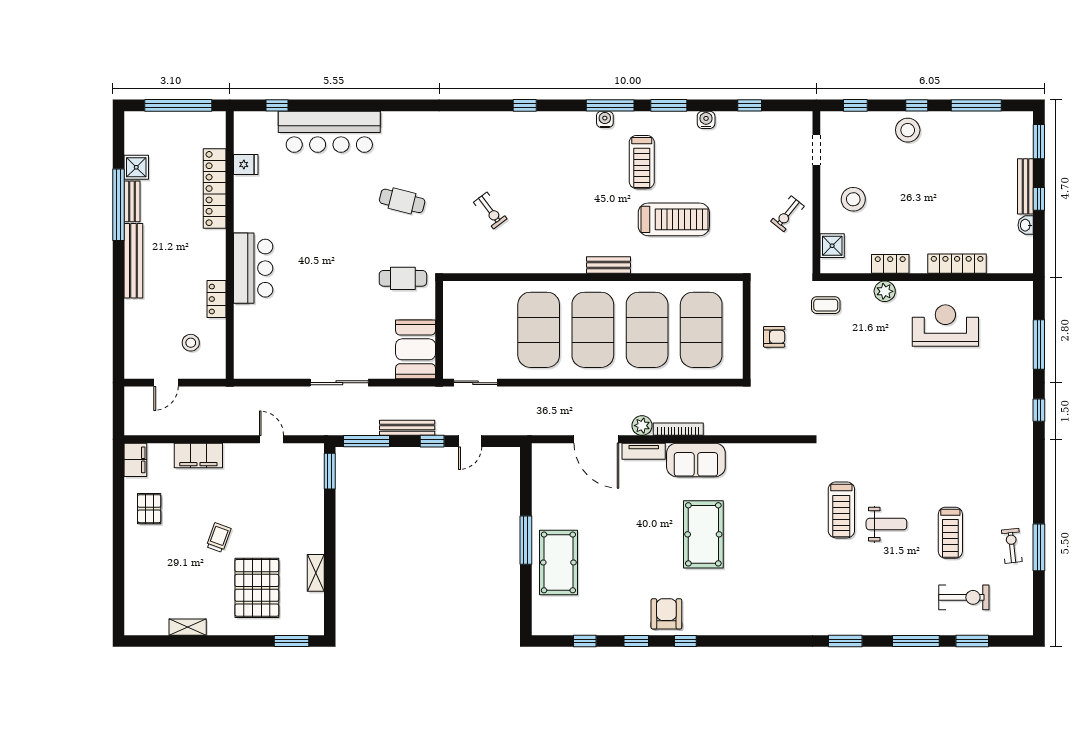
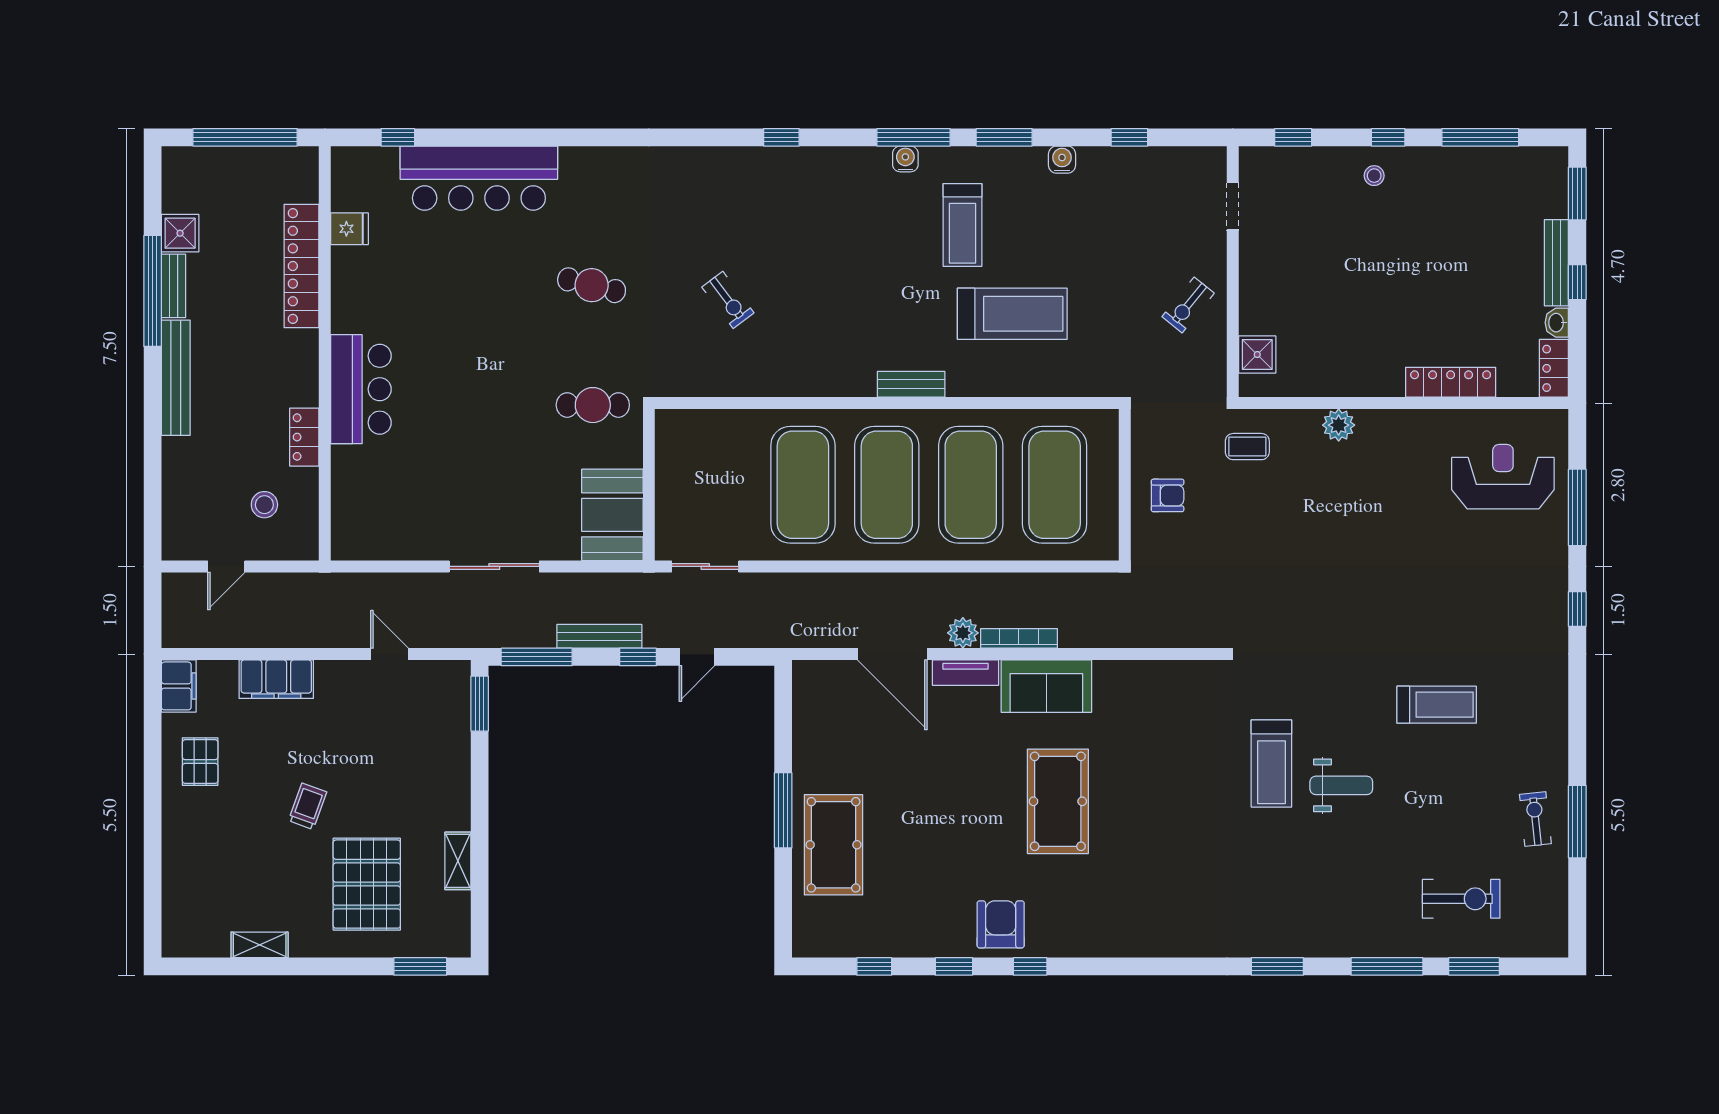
stool: (908, 130) -> (1374, 176), width x0.53, depth x0.53
stool: (853, 199) -> (1290, 283), removed
locker: (890, 264) -> (1554, 368), moved, turned -90
reception desk: (945, 326) -> (1503, 477), moved
treadmill: (950, 533) -> (1437, 705), moved, turned -90

